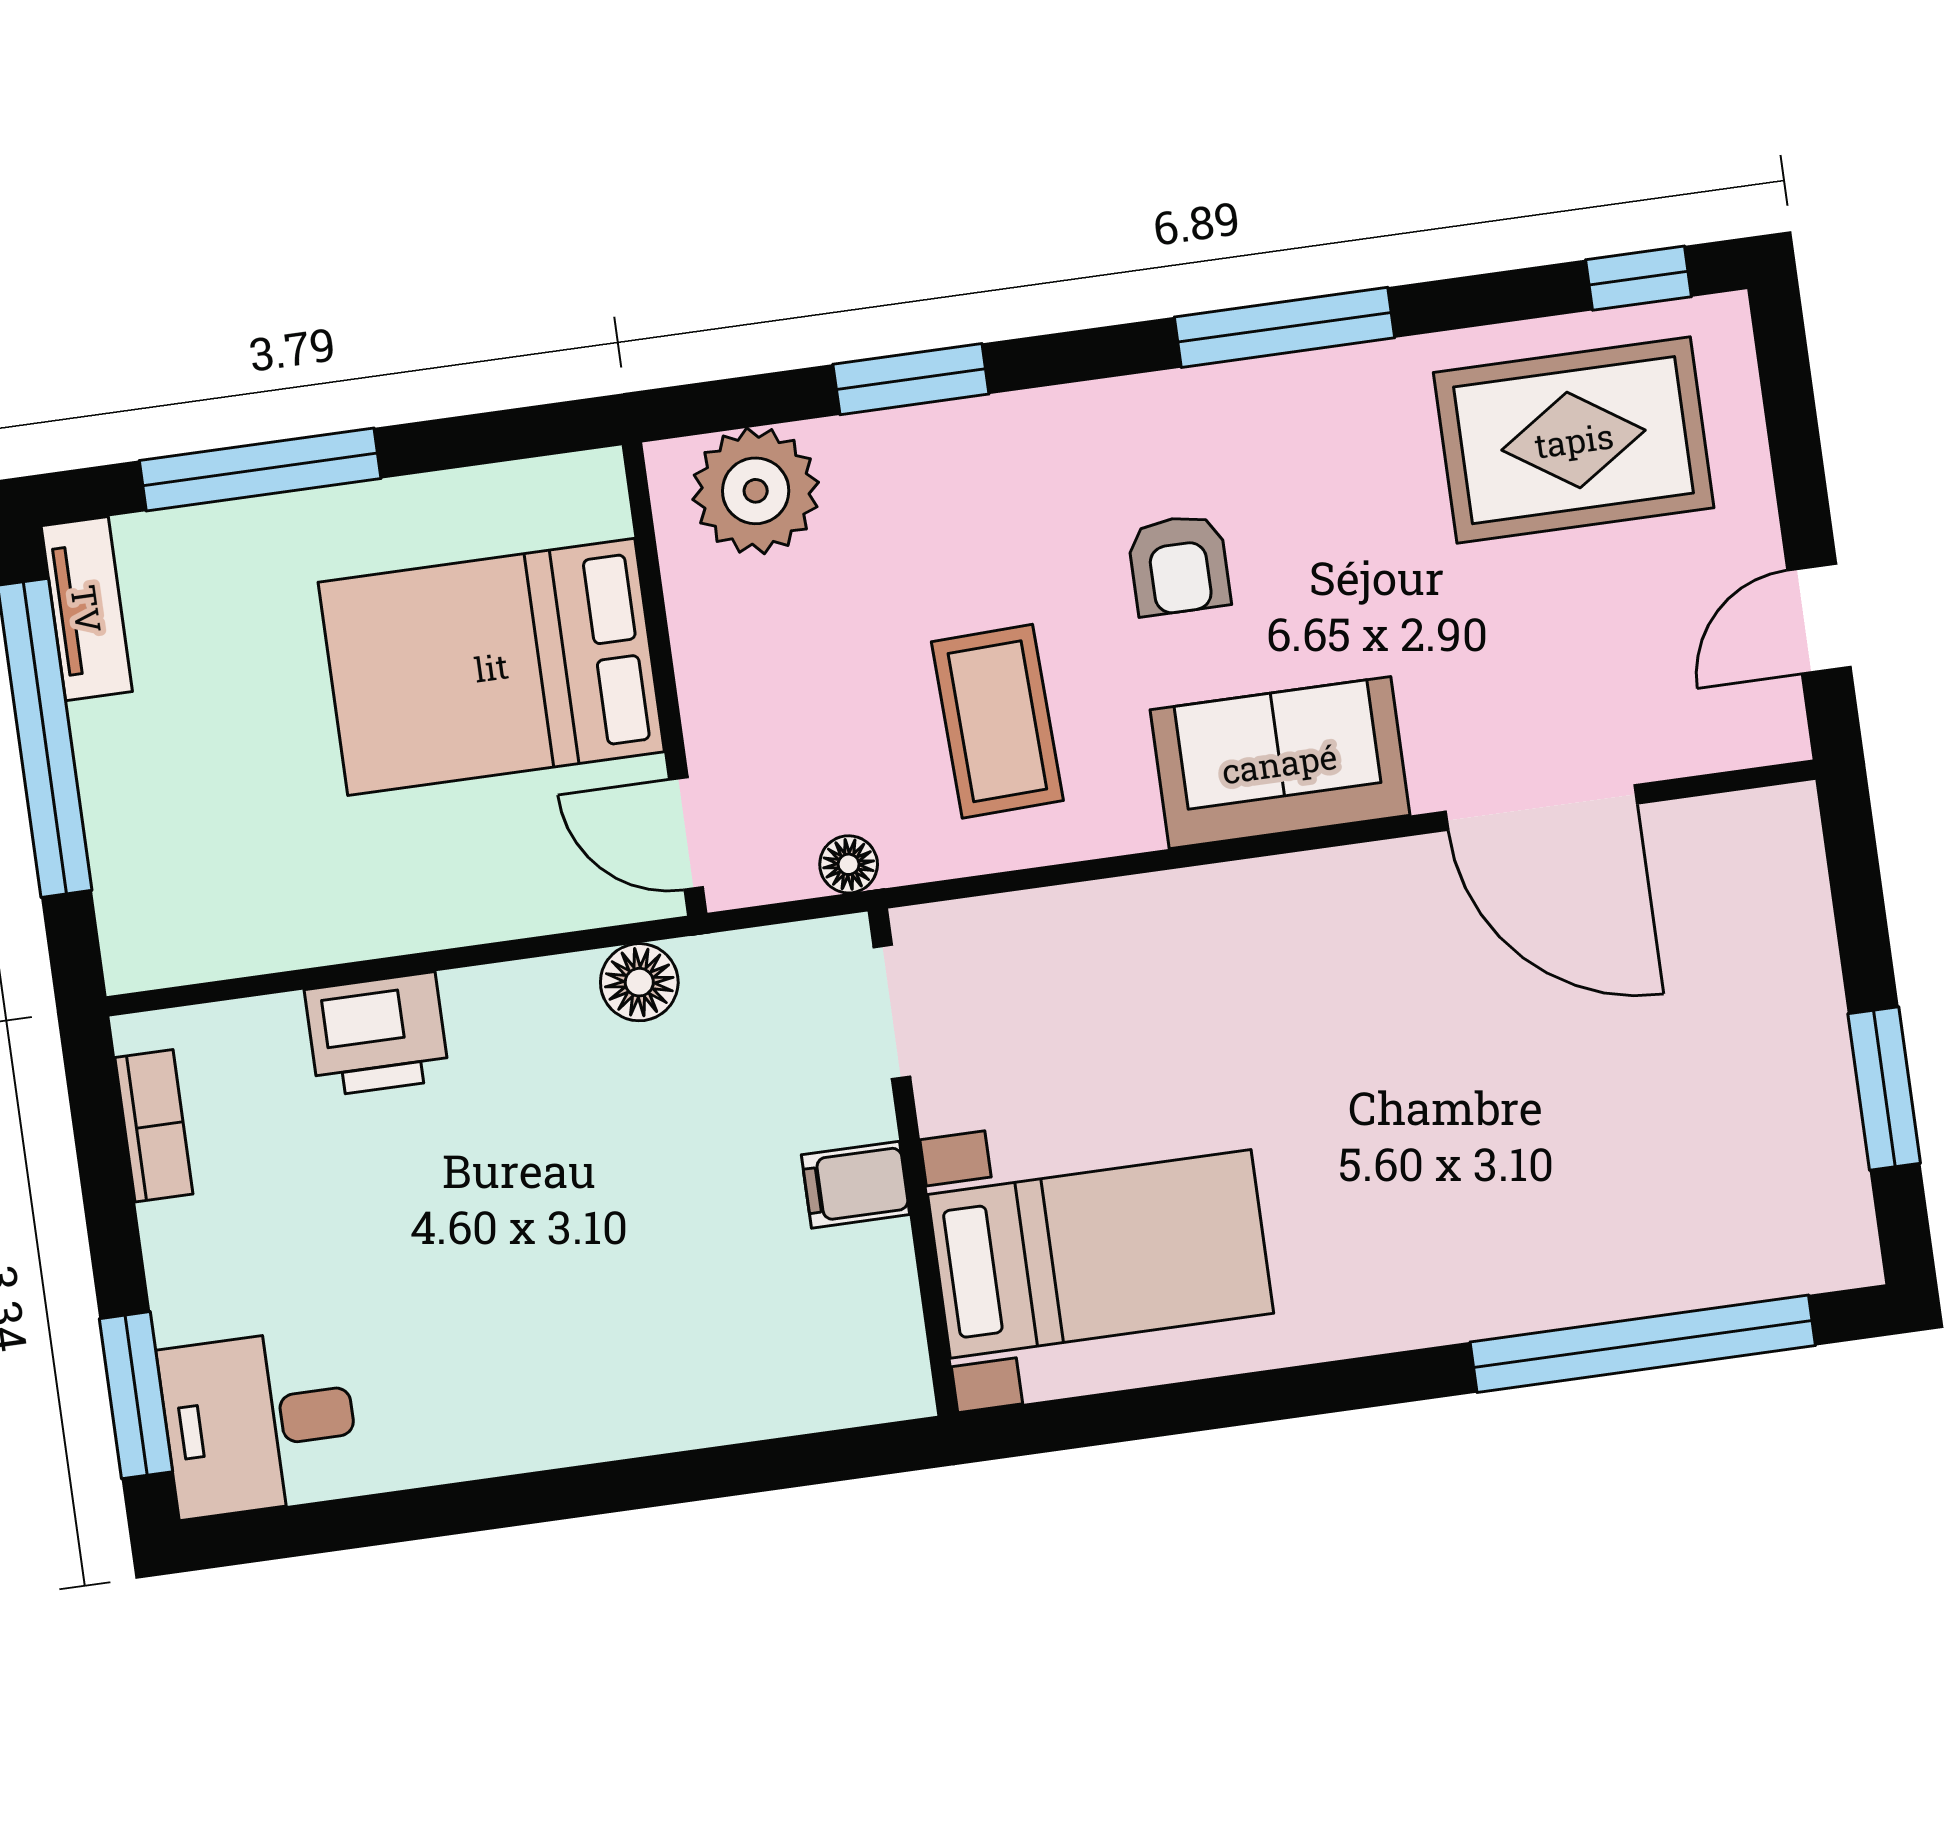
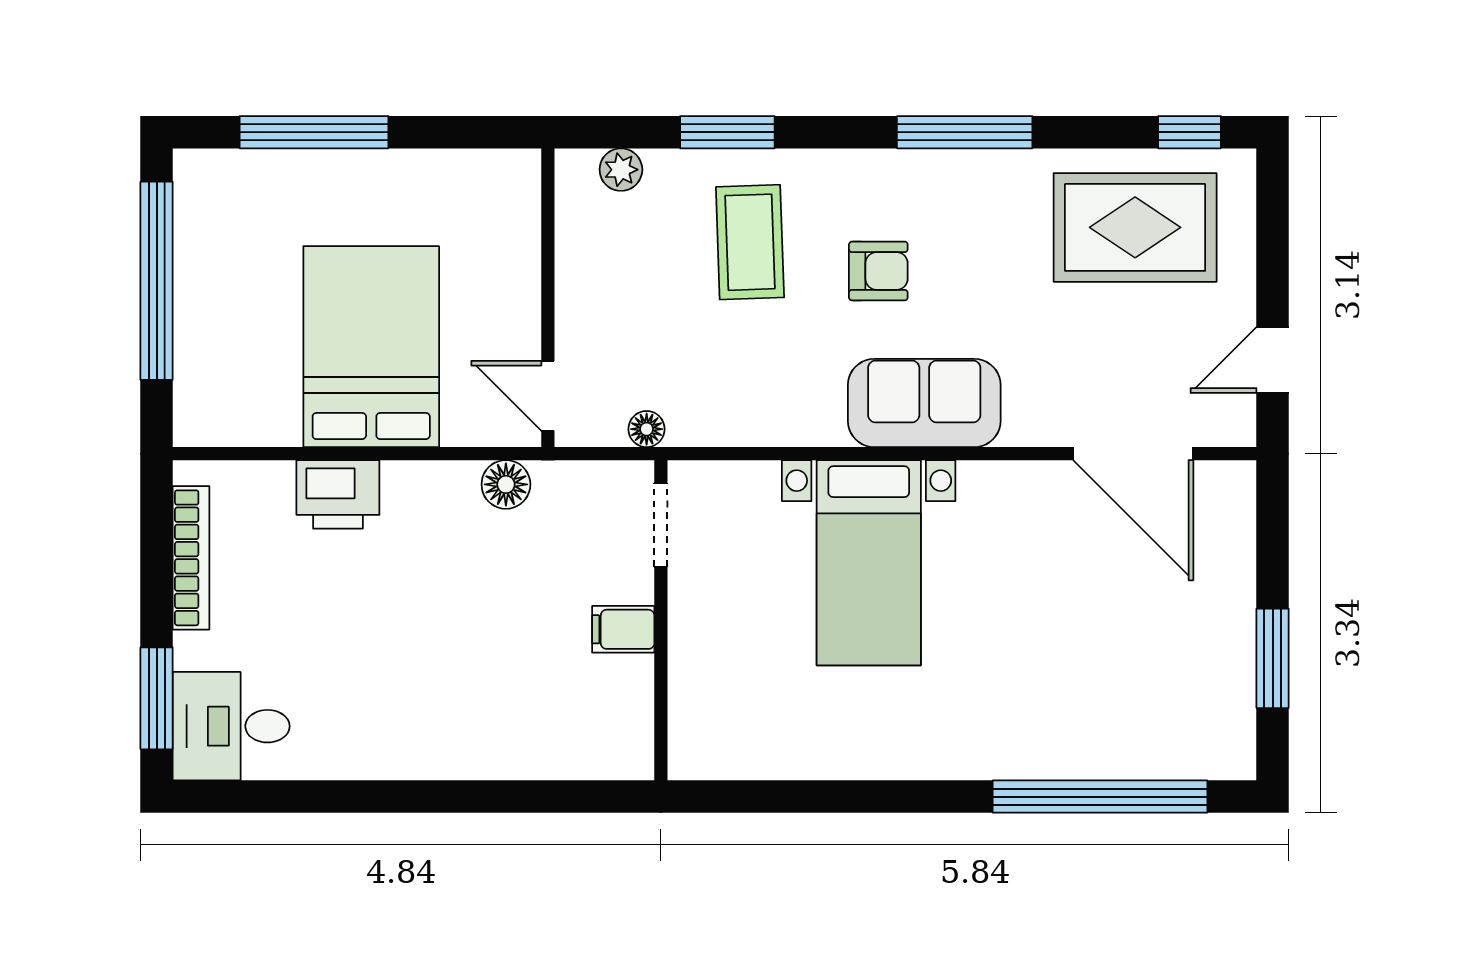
plant: (756, 491) -> (621, 170), width x0.53, depth x0.53
armchair: (1179, 565) -> (878, 271), turned -90
tv unit: (87, 609) -> (194, 204), removed
bed: (491, 667) -> (371, 347), moved, turned 90
coffee table: (997, 721) -> (750, 242), moved
door: (1541, 808) -> (1133, 454), moved
bookcase: (154, 1126) -> (191, 558), width x1.56
bed with nightstands: (1101, 1254) -> (869, 563), moved, turned 90

